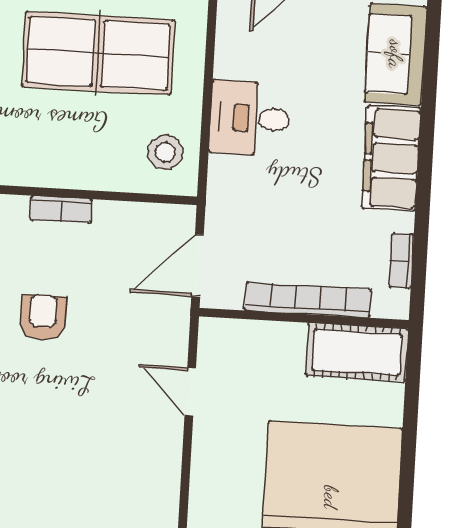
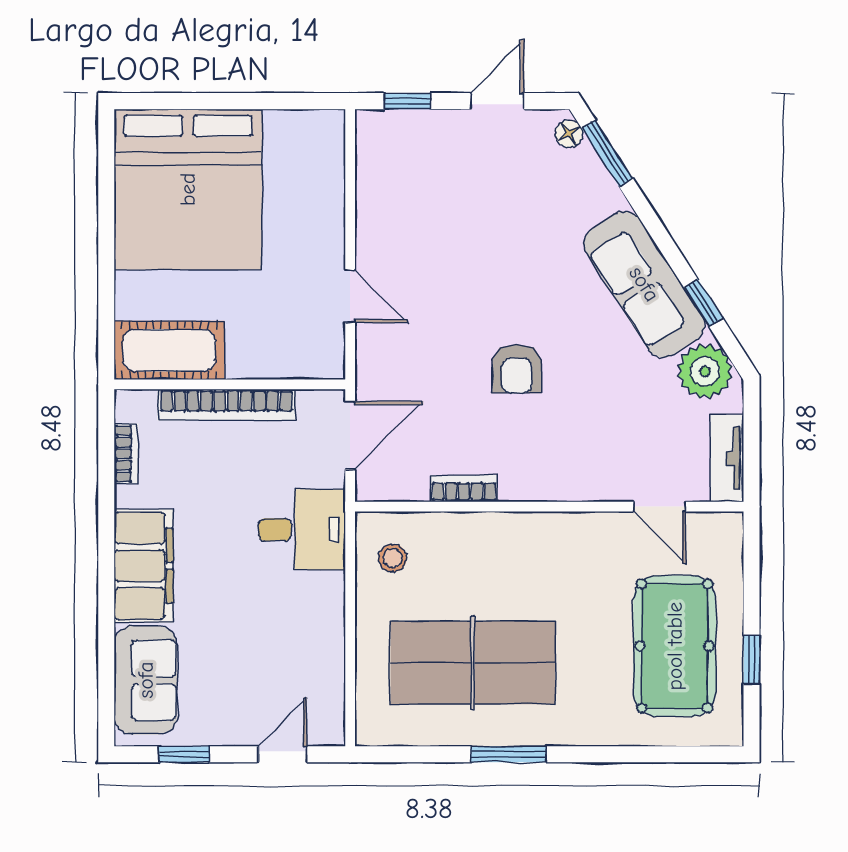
desk: (250, 118) -> (302, 530), moved
stool: (165, 152) -> (393, 558), width x0.73, depth x0.73
bookcase: (61, 210) -> (464, 488), moved

